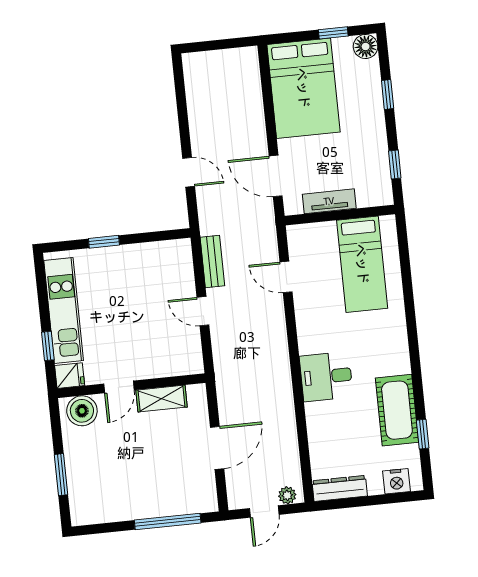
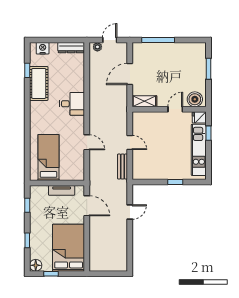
door: (189, 172) -> (130, 212), swing flipped
door: (286, 277) -> (87, 142), moved
shelving: (162, 399) -> (144, 101), moved

